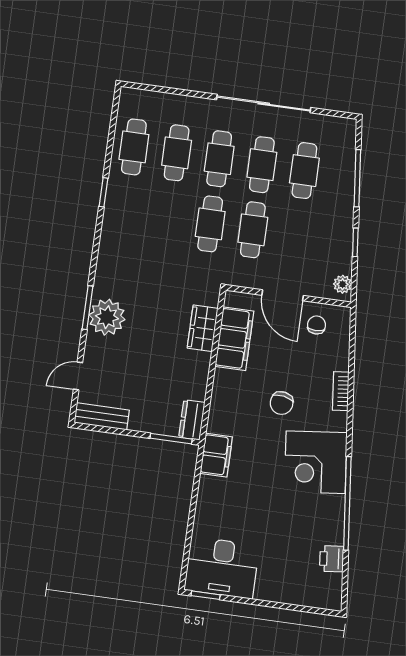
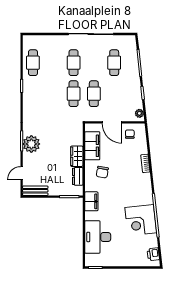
cafe table: (177, 153) -> (53, 63), removed
cafe table: (262, 165) -> (94, 63), removed
wardrobe: (203, 328) -> (77, 156), moved
chair: (282, 403) -> (102, 172), moved
dresser: (192, 420) -> (78, 176), moved
corner desk: (316, 462) -> (141, 220), moved
printer: (332, 559) -> (153, 254), moved
desk: (222, 568) -> (98, 237), moved, turned 90

